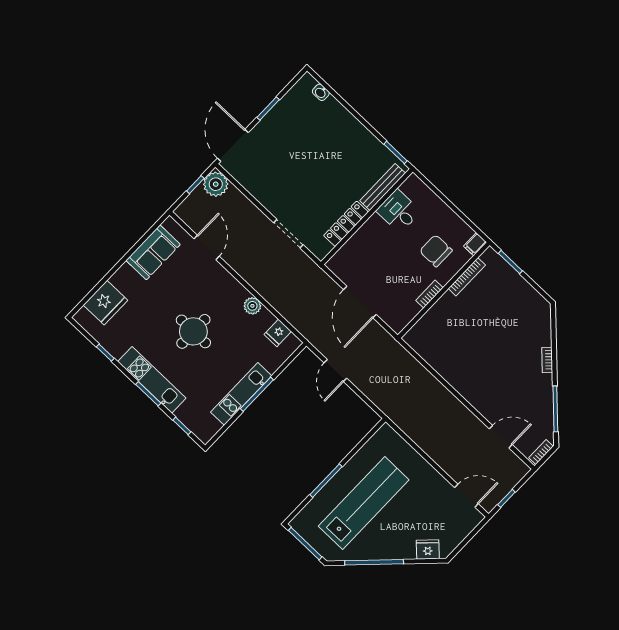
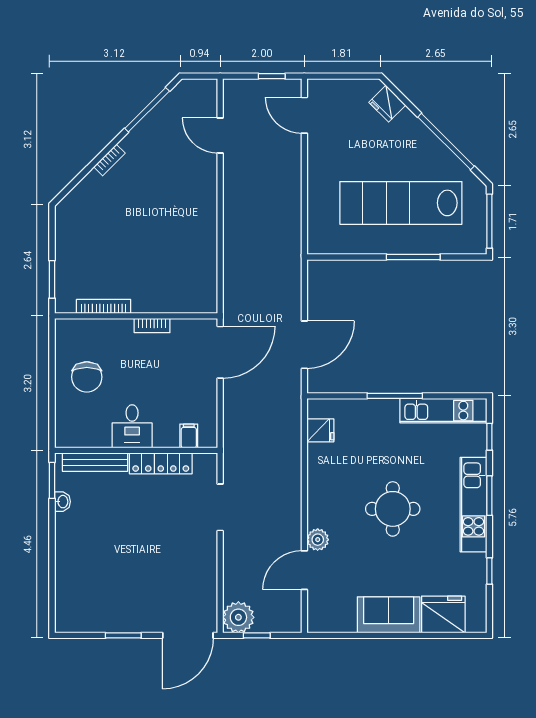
washbasin: (321, 92) -> (62, 502), moved
desk: (398, 211) -> (132, 426), moved
filing cabinet: (475, 244) -> (189, 436), moved, turned -90
chair: (436, 251) -> (87, 377), moved
sofa: (153, 252) -> (389, 615), moved
door: (360, 302) -> (220, 352), moved
plant: (252, 306) -> (318, 540), moved
door: (335, 371) -> (304, 345), width x1.36
kitchen unit: (241, 394) -> (443, 411), moved
bookcase: (541, 452) -> (199, 85), removed

